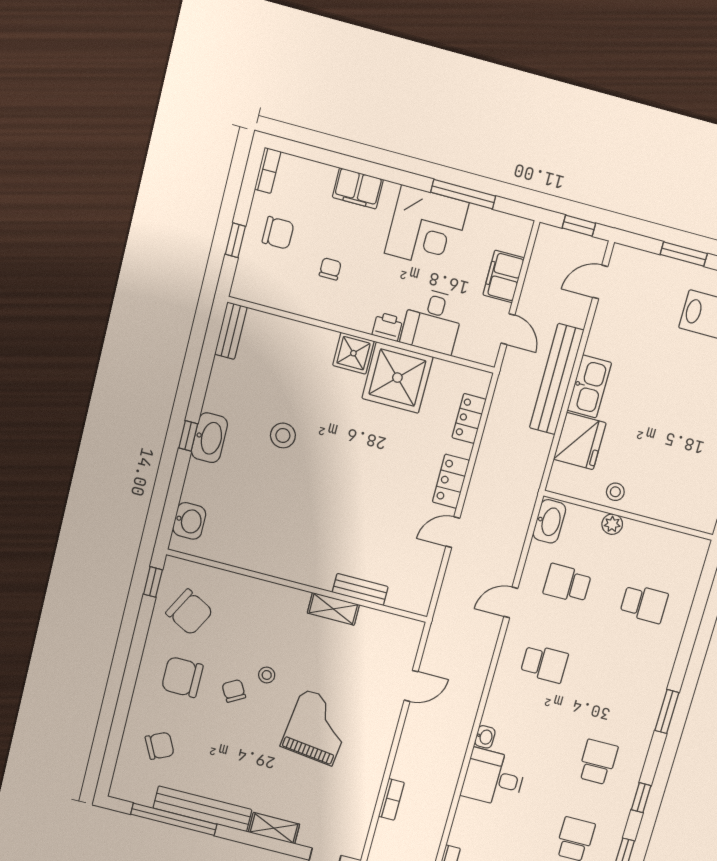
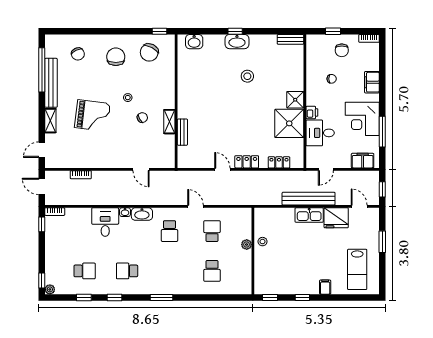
filing cabinet: (504, 276) -> (363, 161), moved
fridge: (580, 441) -> (336, 218), moved
washbasin: (549, 521) -> (142, 214), moved
chair: (234, 691) -> (142, 118), moved
grand piano: (317, 727) -> (92, 116), moved
school desk: (598, 762) -> (127, 271), turned 180

